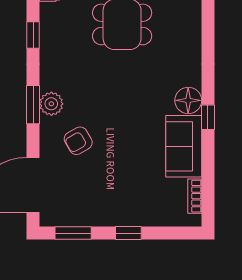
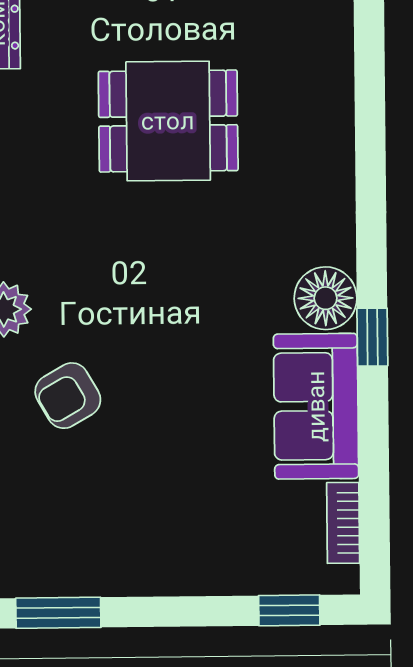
window: (128, 233) -> (289, 610), moved

